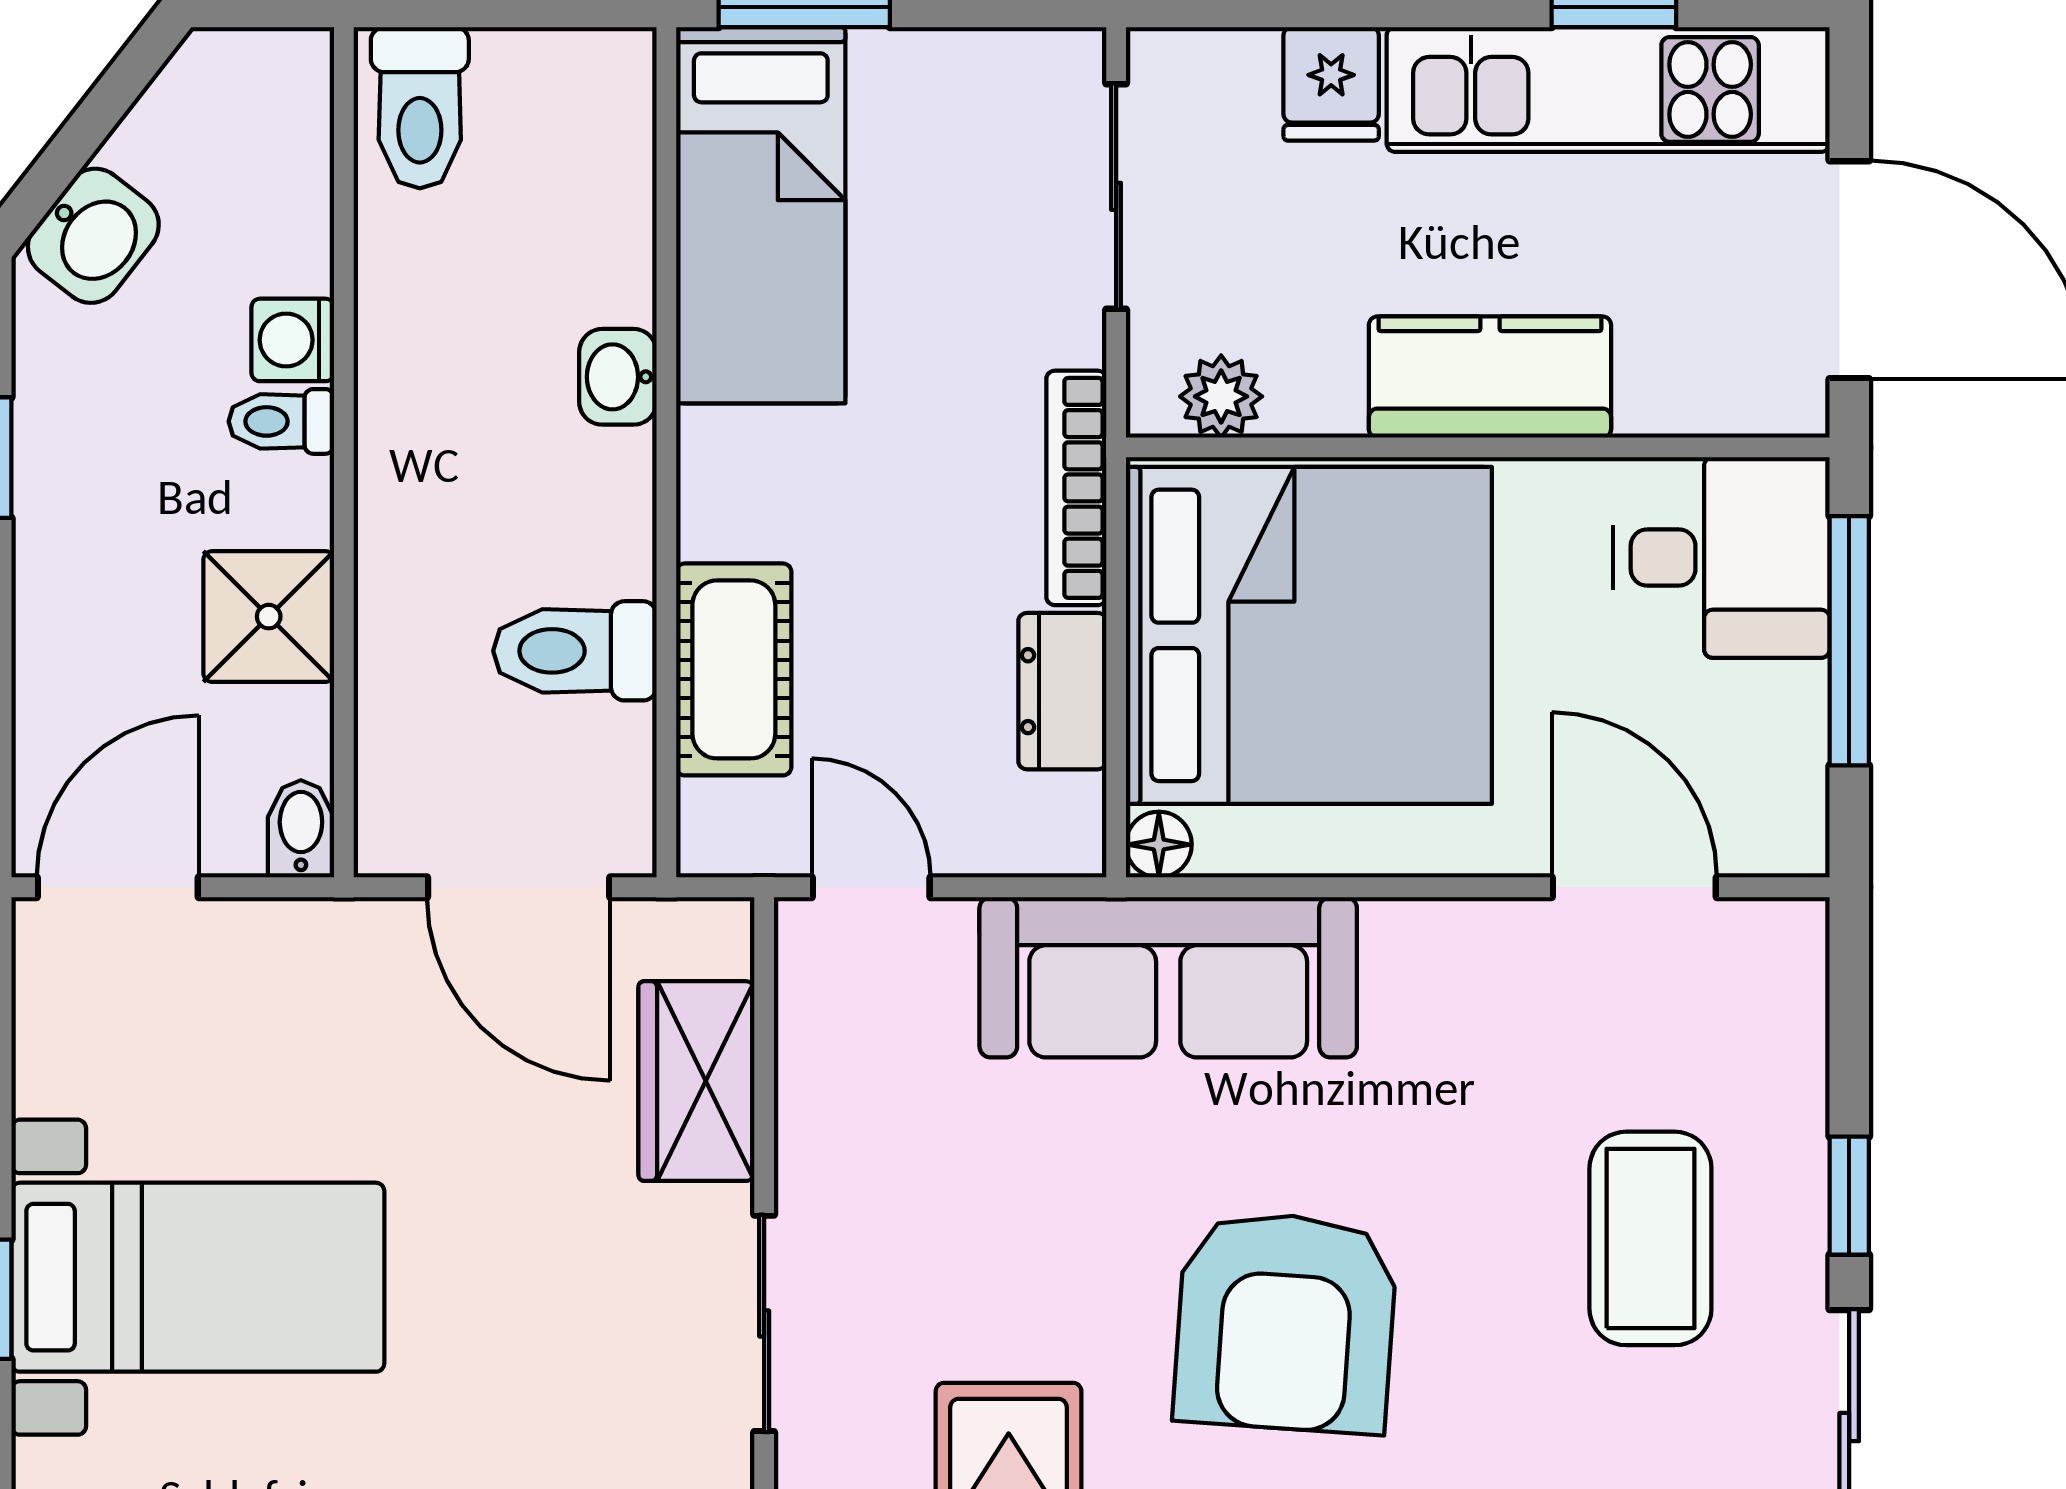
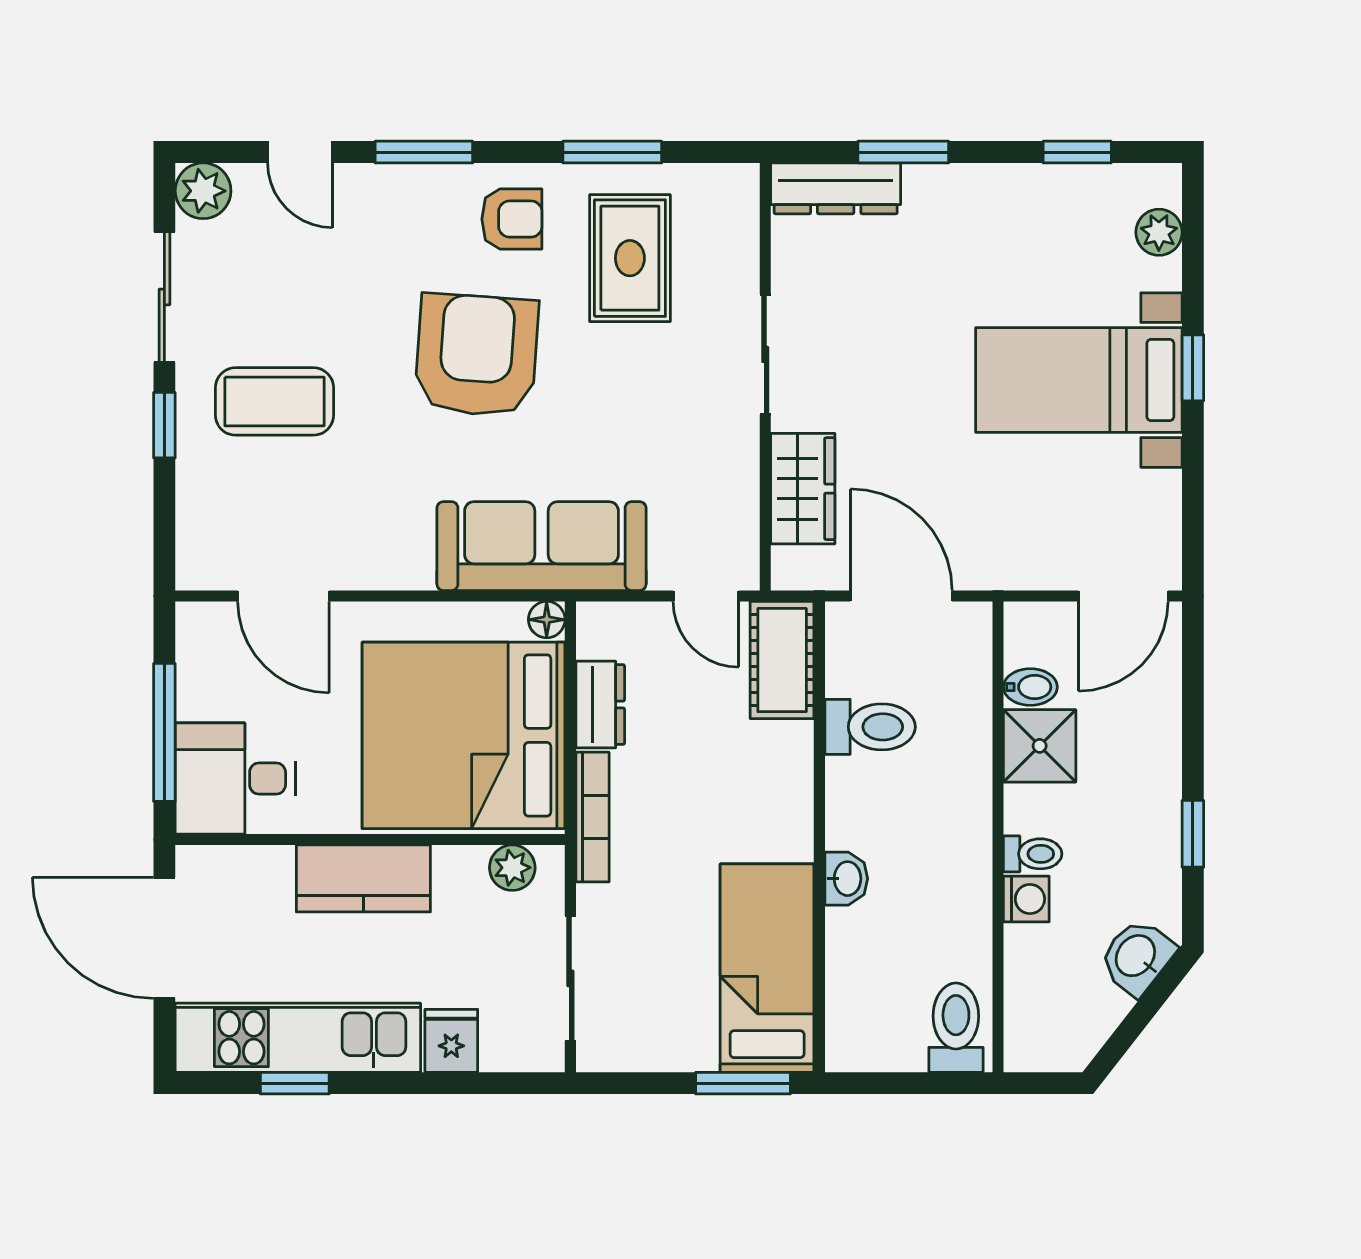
cot: (734, 669) -> (782, 660), moved
bidet: (301, 829) -> (1030, 687), moved, turned -90
coffee table: (1650, 1238) -> (274, 401), turned 90

